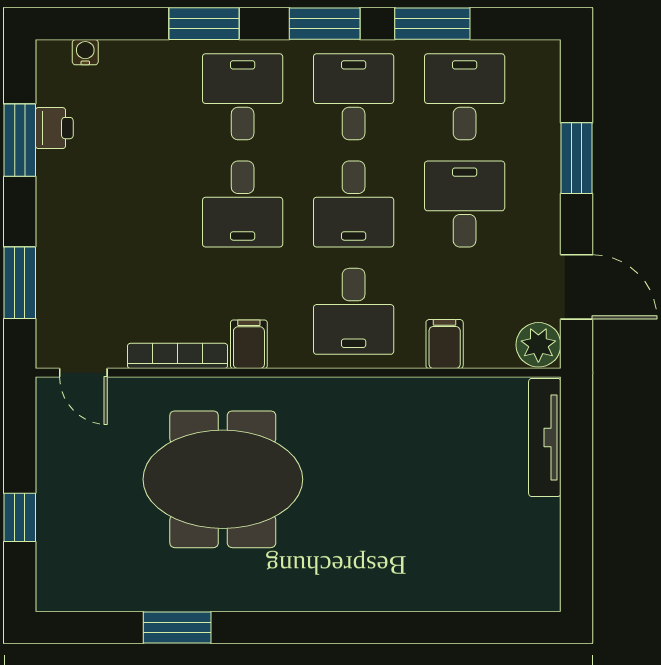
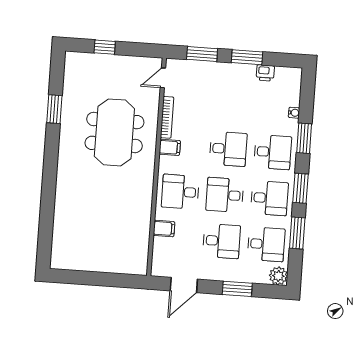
water cooler: (85, 52) -> (294, 113), moved
window: (20, 140) -> (247, 57), moved
desk: (243, 204) -> (228, 149), turned 180
plant: (538, 345) -> (278, 276), moved
tv unit: (545, 437) -> (122, 267), removed

